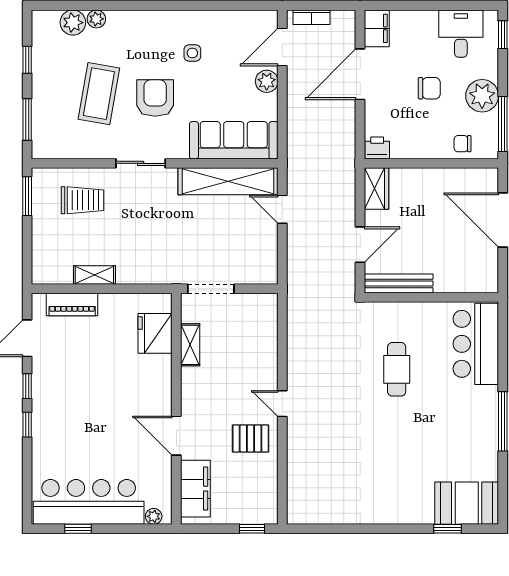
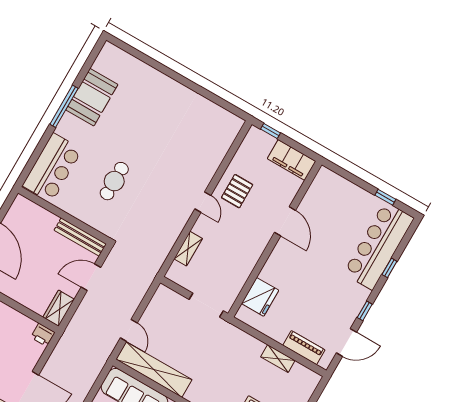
shelving: (190, 345) -> (188, 249), moved
window: (27, 425) -> (389, 268), moved
pallet: (251, 438) -> (237, 191), turned 90
filing cabinet: (195, 489) -> (292, 160), moved, turned -90
bar counter: (89, 502) -> (379, 246), moved, turned 90
booth: (467, 503) -> (92, 97), moved, turned 90
plant: (154, 516) -> (331, 177), removed
window: (447, 529) -> (141, 56), removed

